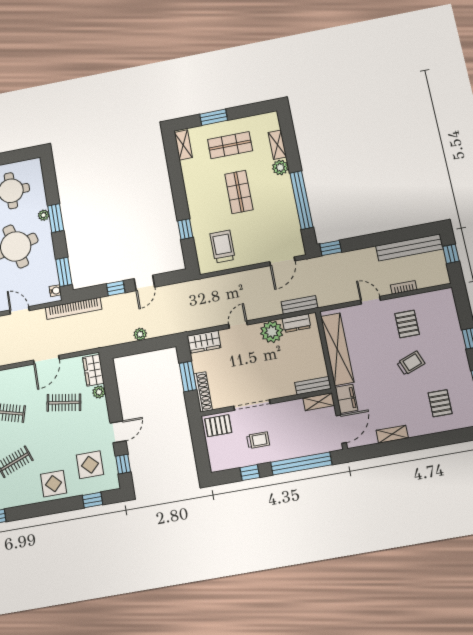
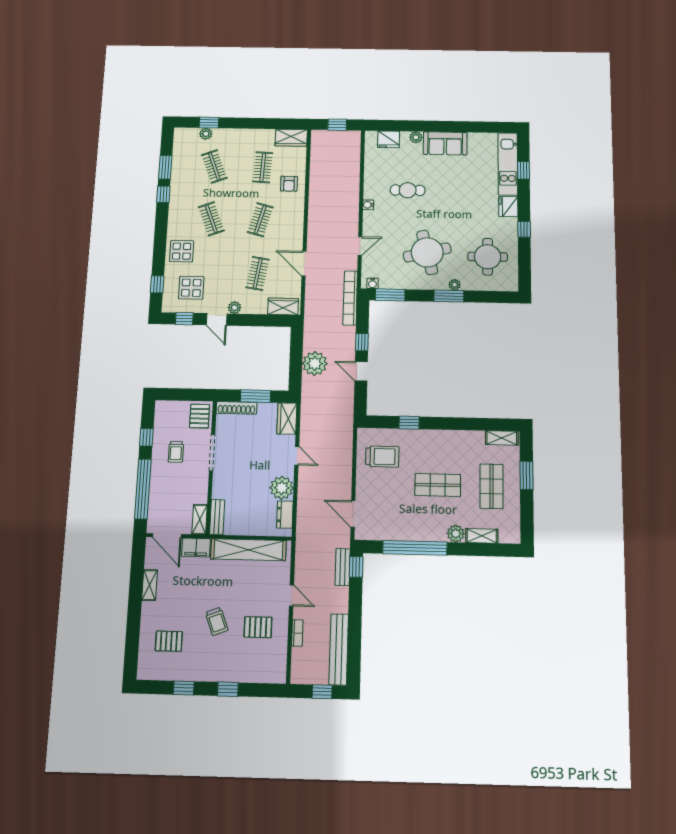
door: (371, 300) -> (291, 595), hinge flipped
bench: (299, 305) -> (343, 567), moved
plant: (140, 334) -> (315, 363), width x1.87, depth x1.87
plant: (99, 392) -> (234, 308), moved

